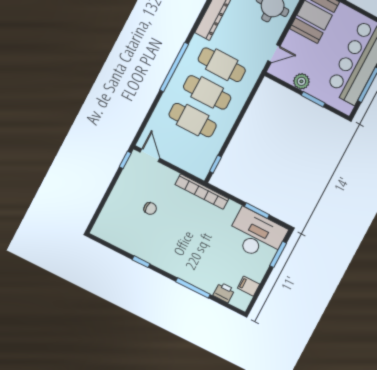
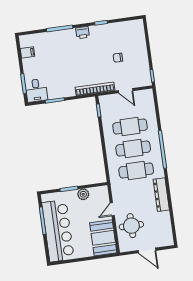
door: (274, 53) -> (112, 209), moved
door: (150, 155) -> (125, 91), moved
desk: (256, 235) -> (36, 90), width x0.53, depth x0.77
printer: (224, 292) -> (83, 33), moved

